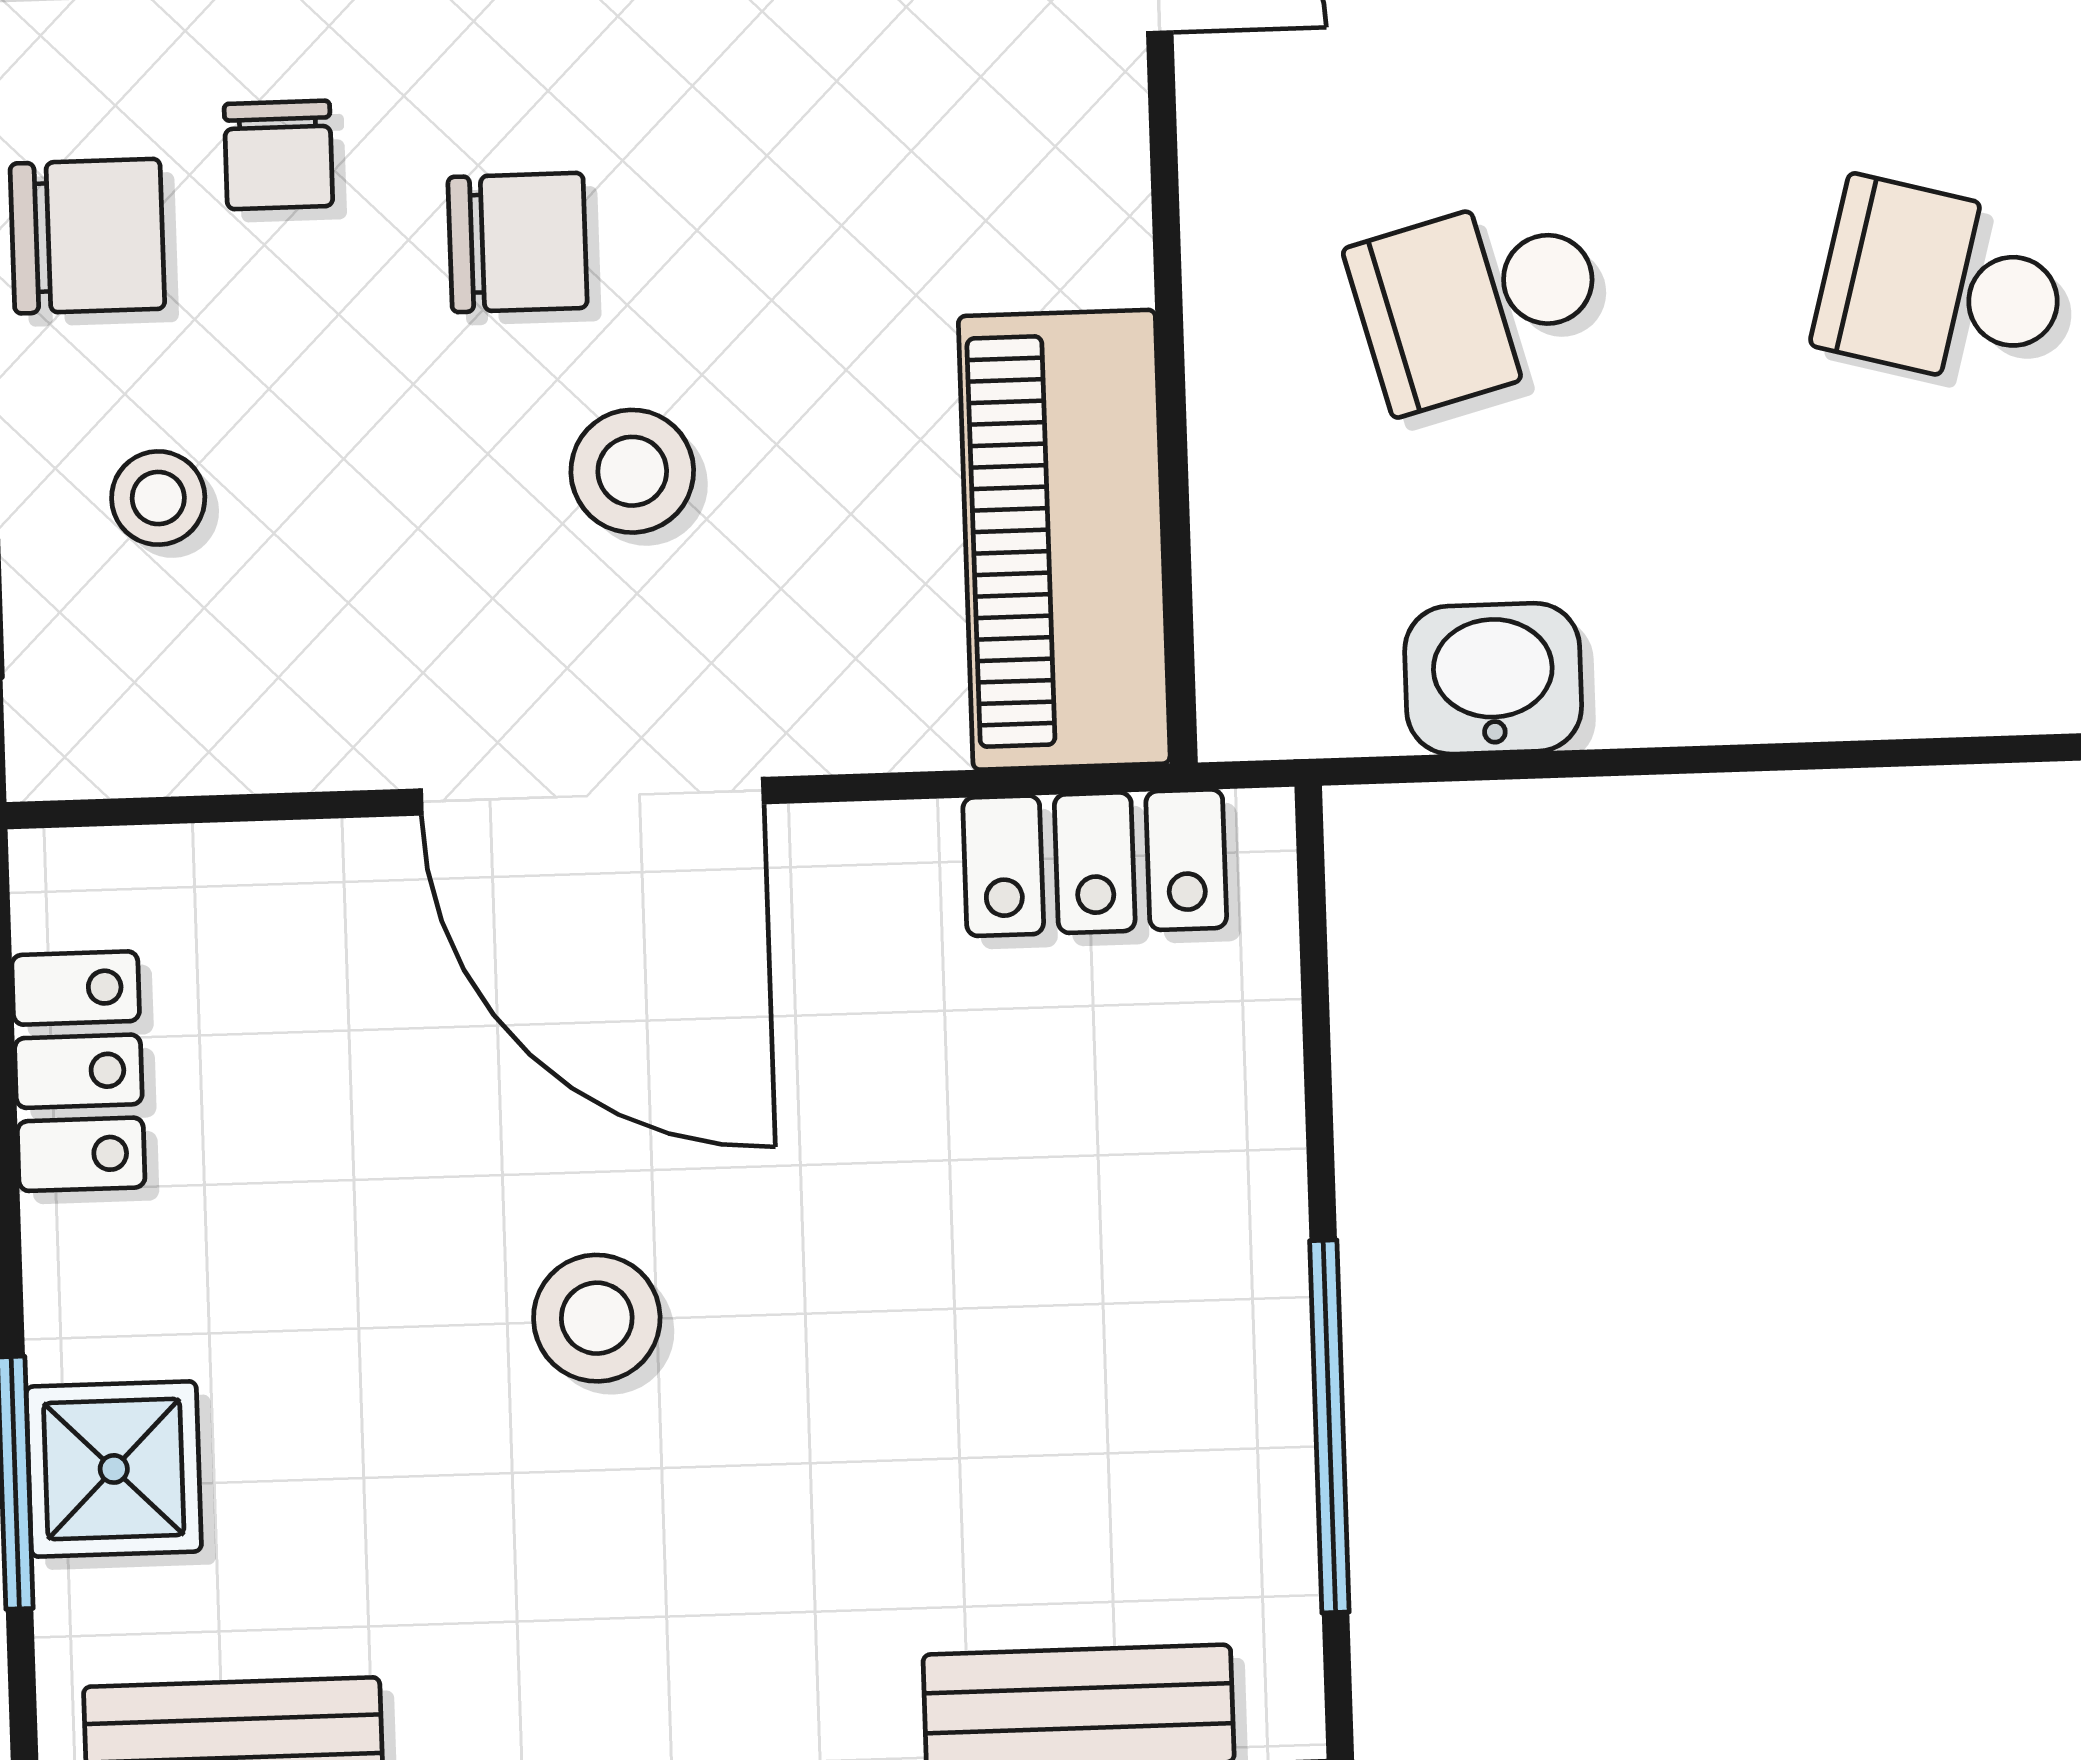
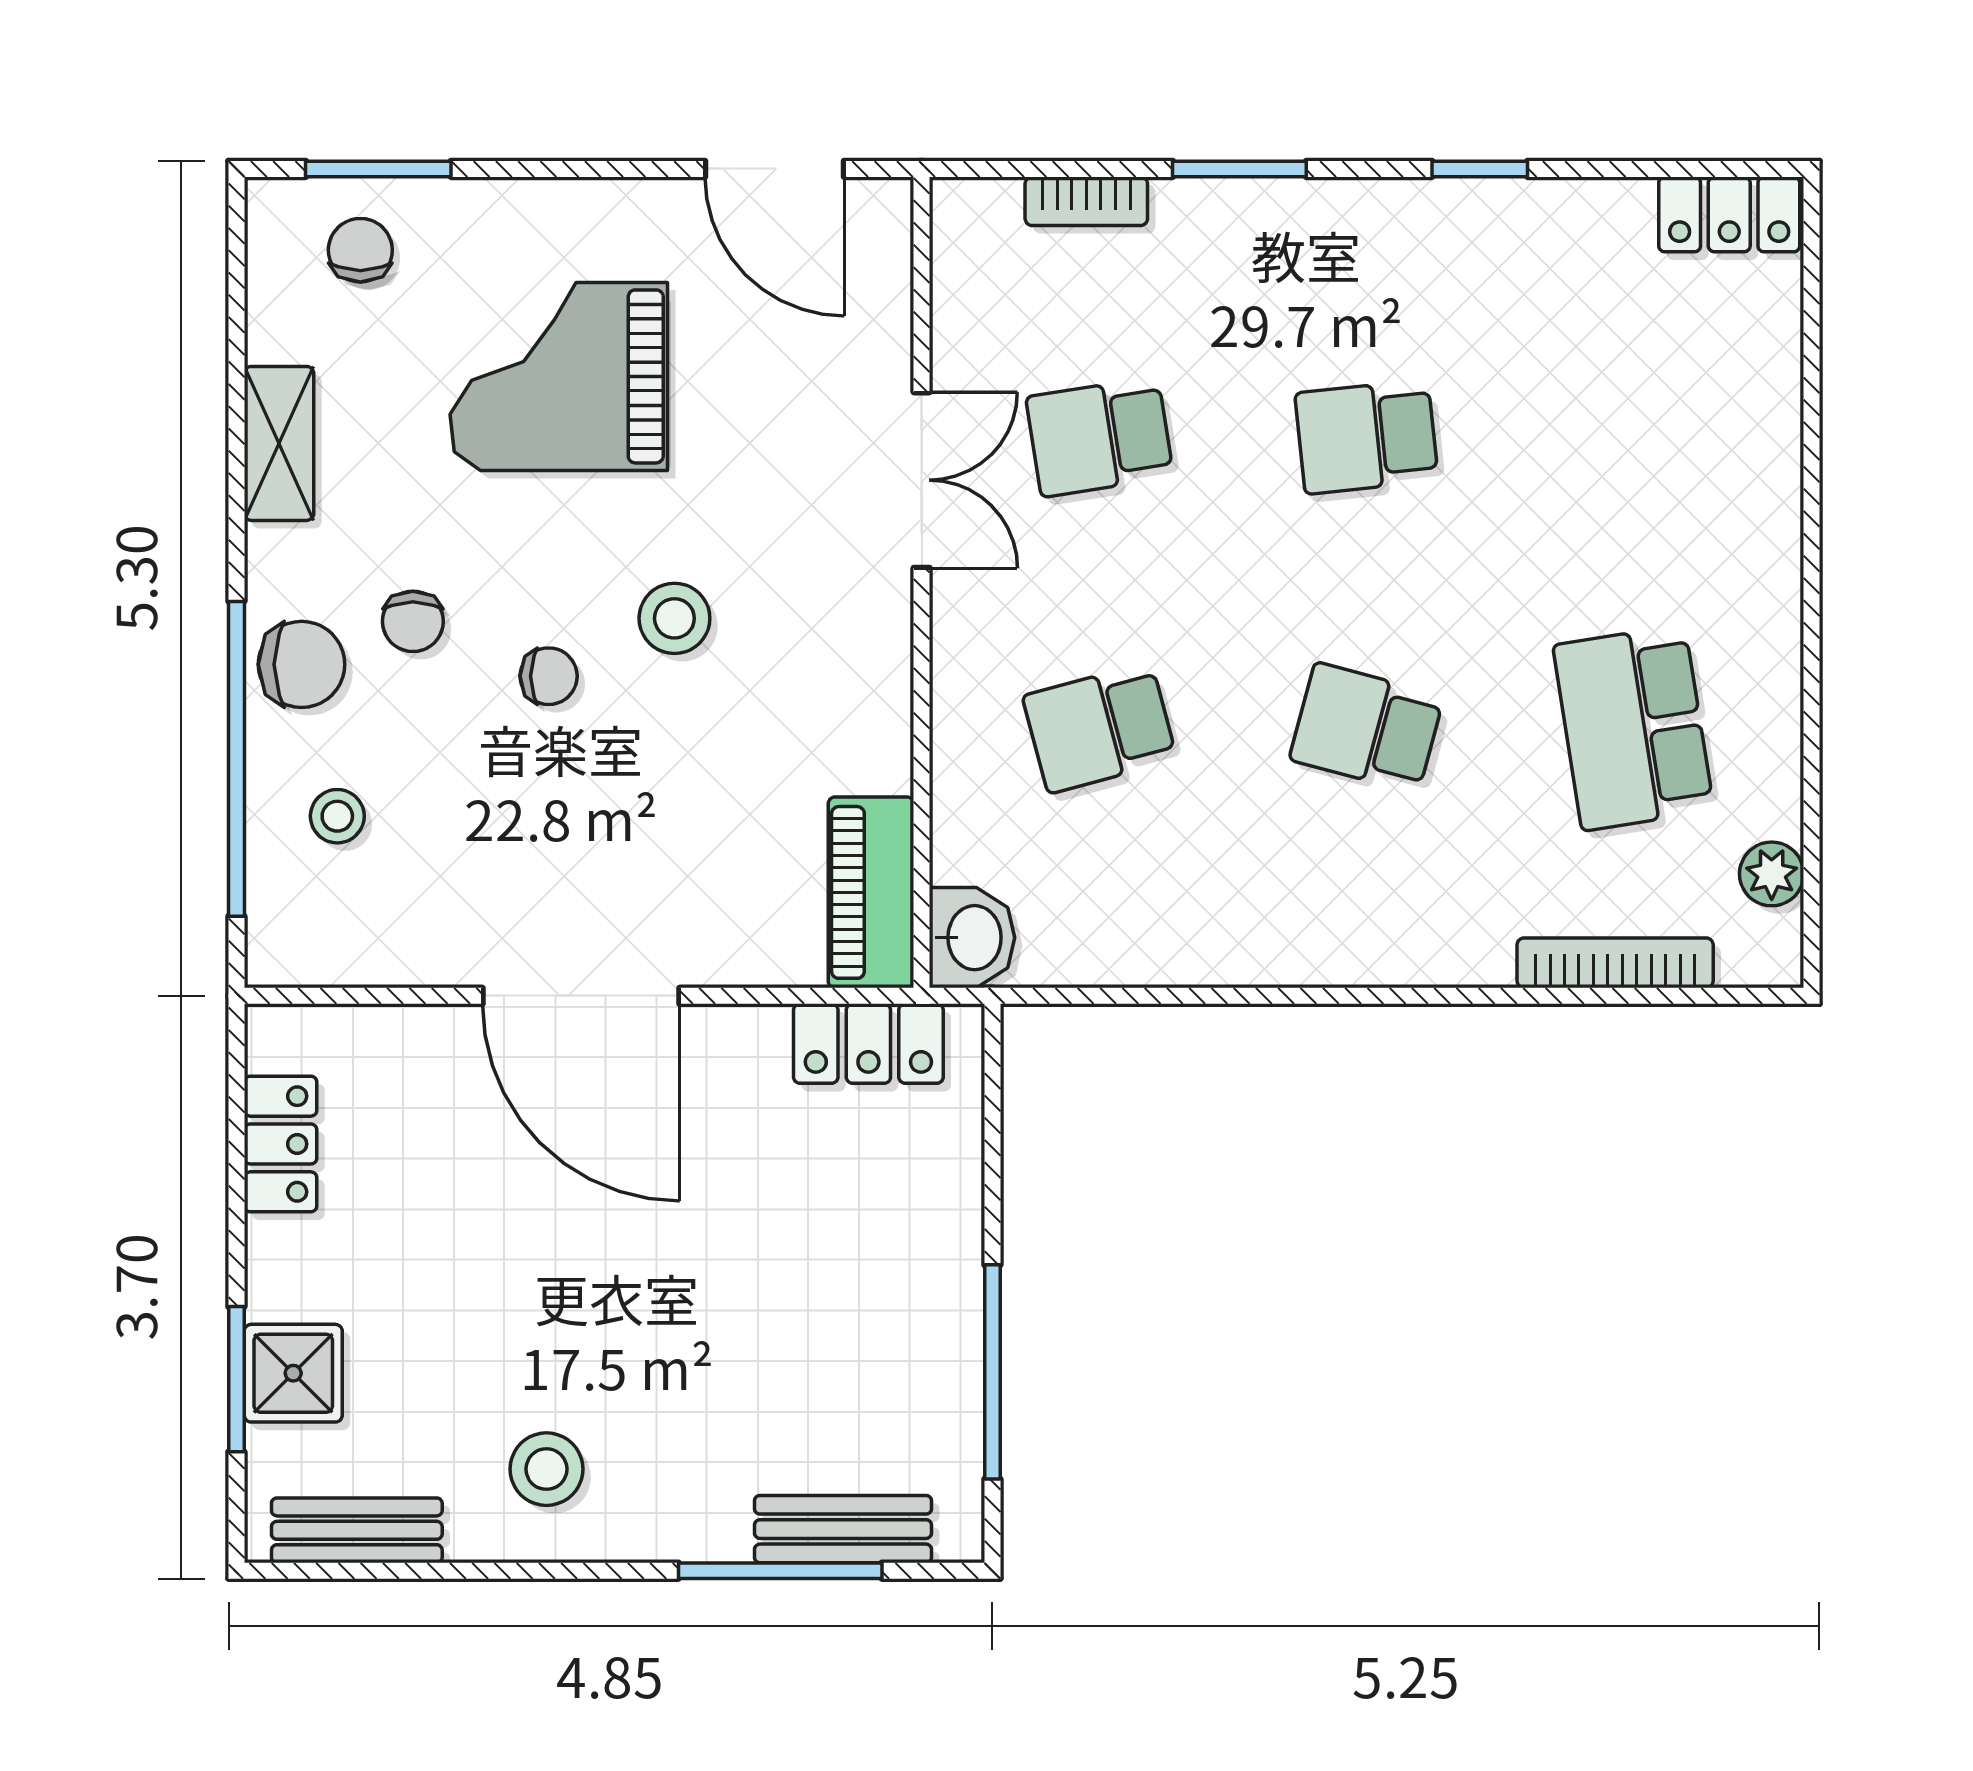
chair: (518, 242) -> (549, 676), width x0.73, depth x0.73
stool: (632, 471) -> (674, 618), moved
piano: (1064, 540) -> (871, 892), width x0.73, depth x0.75
washbasin: (1493, 679) -> (972, 938), moved, turned 90
stool: (597, 1318) -> (546, 1469), moved

